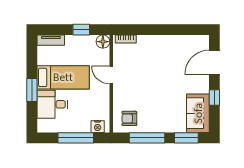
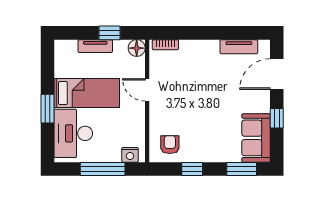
tv unit: (51, 40) -> (95, 46), moved
tv unit: (184, 41) -> (239, 47), added
desk: (52, 104) -> (73, 133), width x1.37
armchair: (129, 118) -> (170, 145), turned 90
window: (147, 138) -> (192, 169), width x0.46

